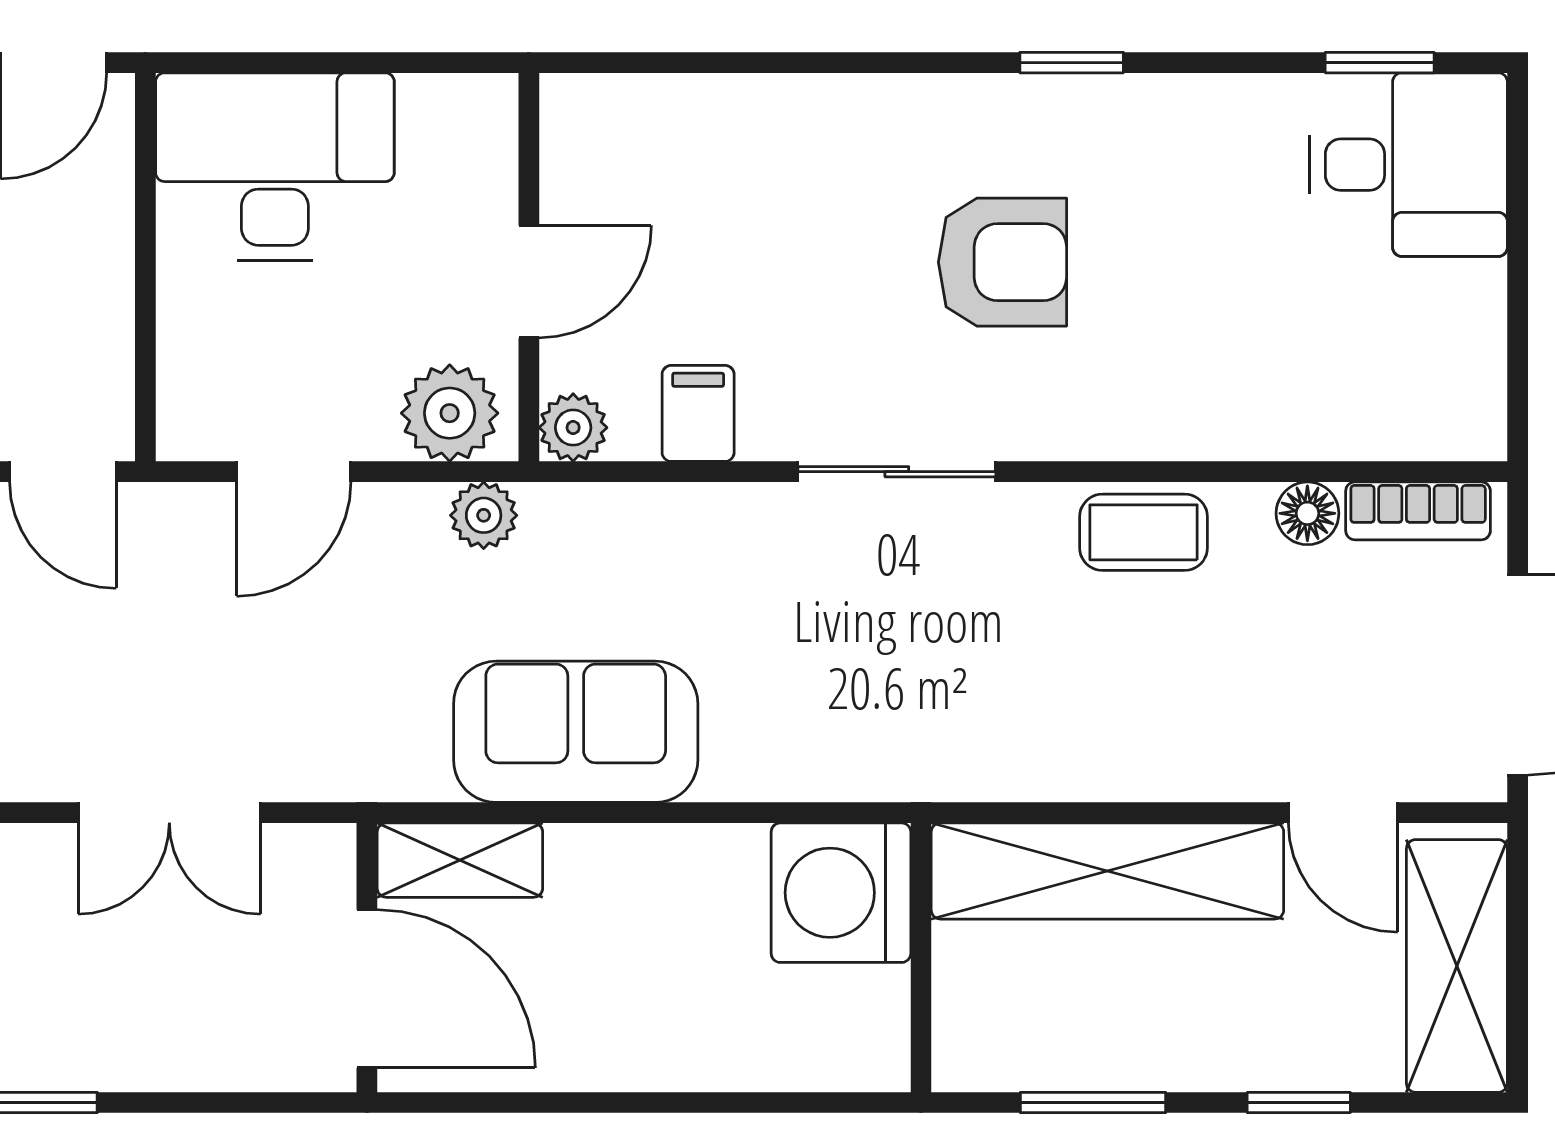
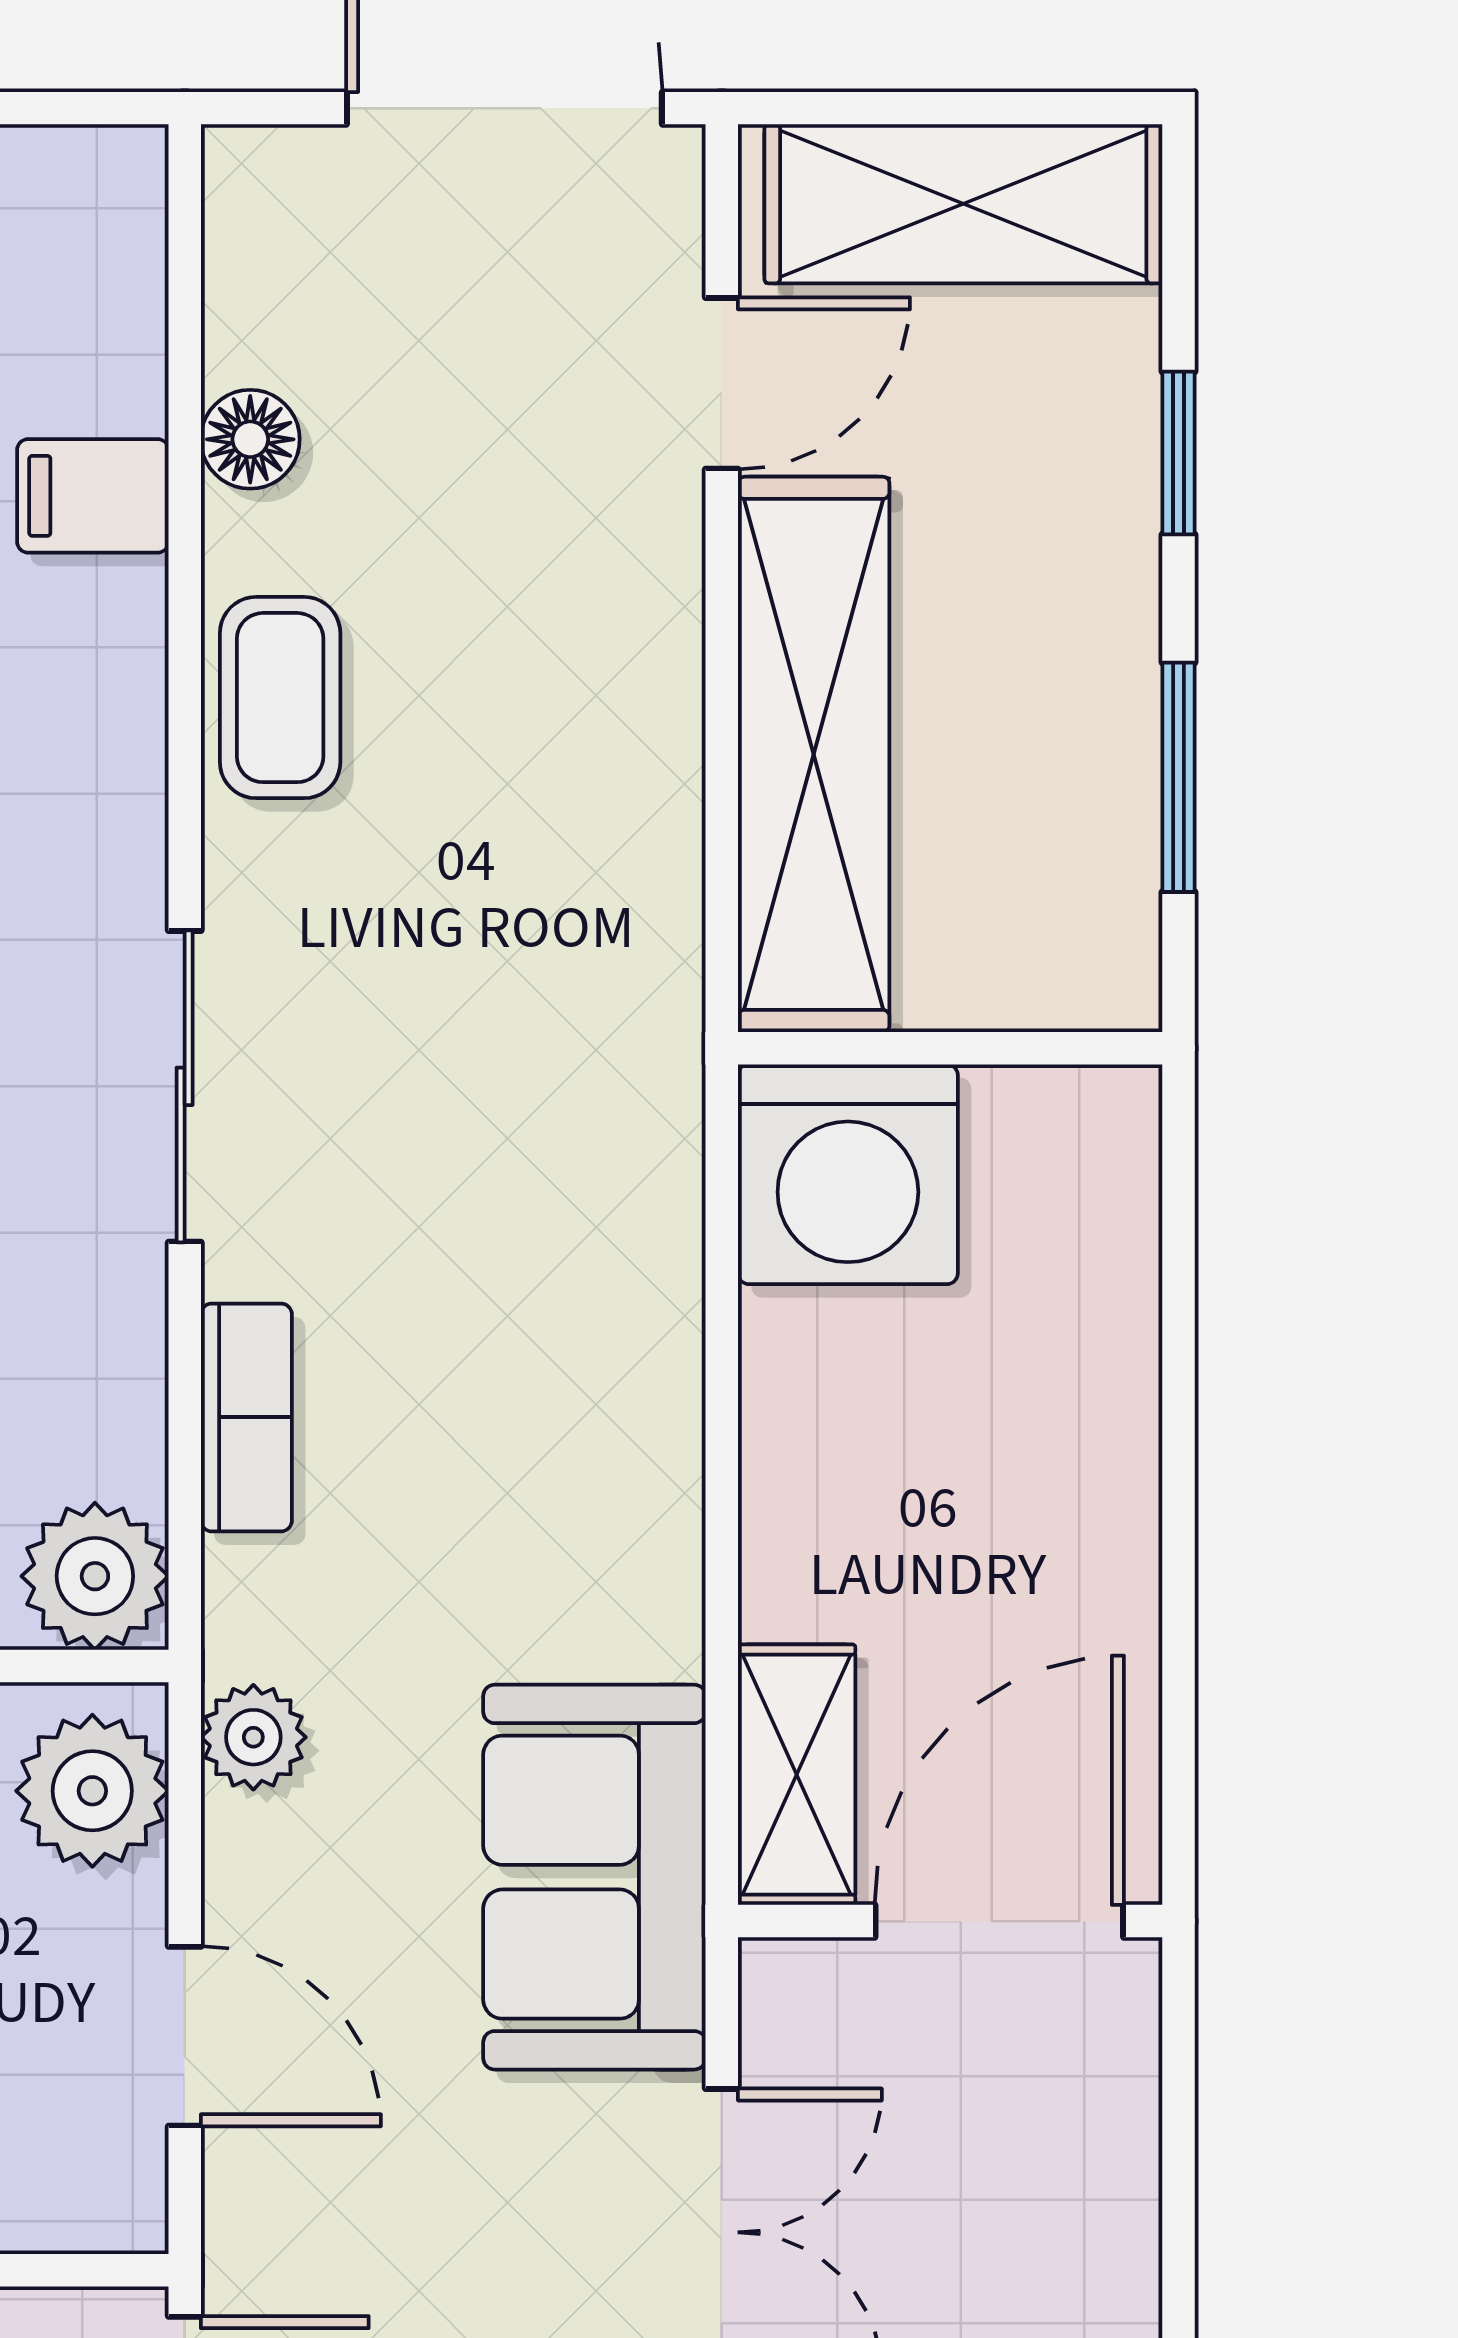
filing cabinet: (698, 413) -> (93, 496), moved
plant: (573, 428) -> (95, 1576), width x1.38, depth x1.38
bookcase: (1418, 511) -> (246, 1417), moved
sofa: (576, 732) -> (594, 1877), moved

